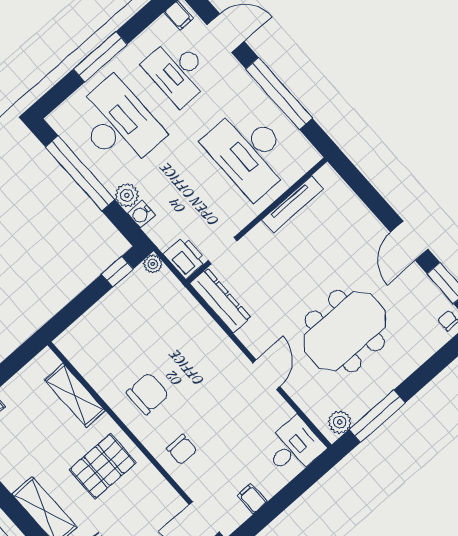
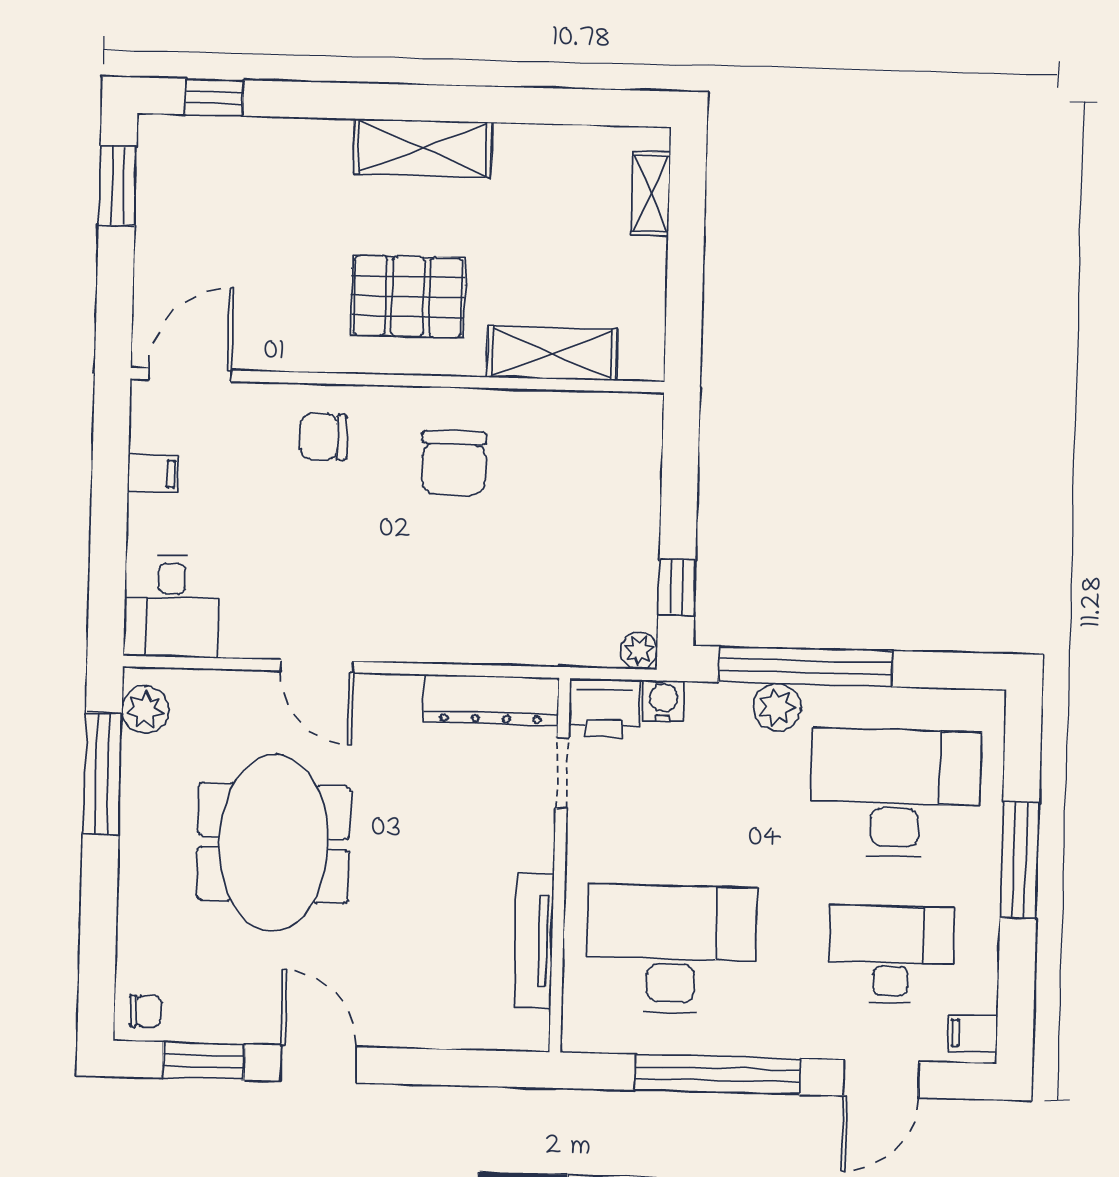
desk: (118, 124) -> (895, 793), turned 180
window: (80, 173) -> (806, 666), moved
water cooler: (141, 214) -> (663, 701), moved
pallet: (103, 466) -> (408, 296), turned 90

